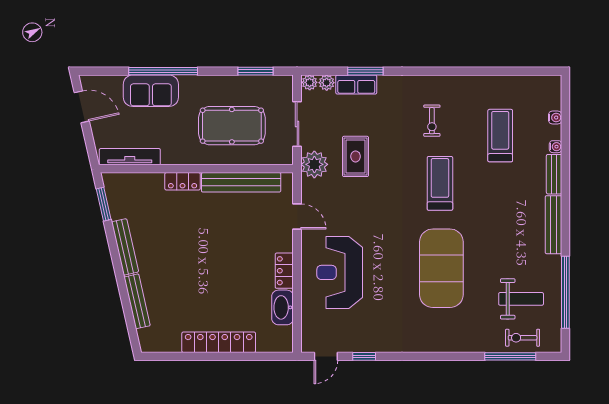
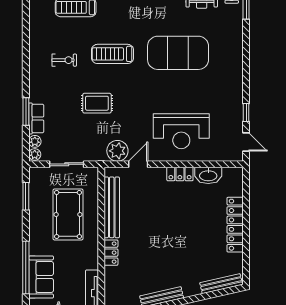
rug: (356, 156) -> (97, 103), moved
plant: (314, 164) -> (117, 151), moved
bench: (137, 301) -> (221, 284), moved

